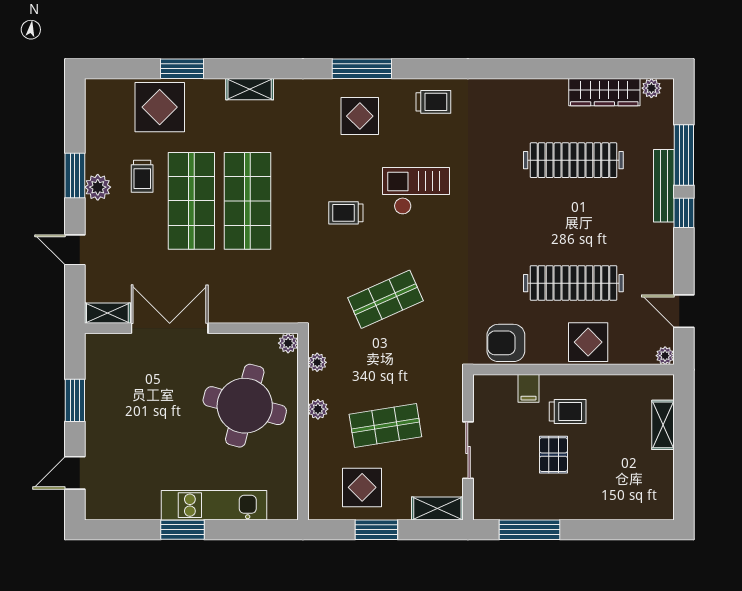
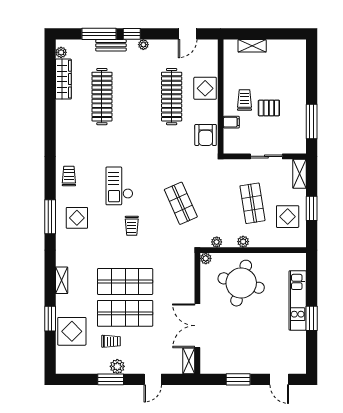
bench: (664, 186) -> (111, 45), width x0.73
plant: (665, 356) -> (143, 45), moved

